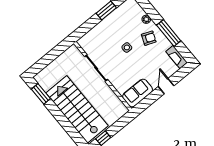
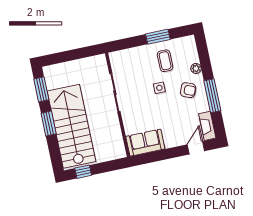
coffee table: (121, 25) -> (165, 61), added
door: (166, 86) -> (196, 148), moved
window: (59, 116) -> (49, 124), added

